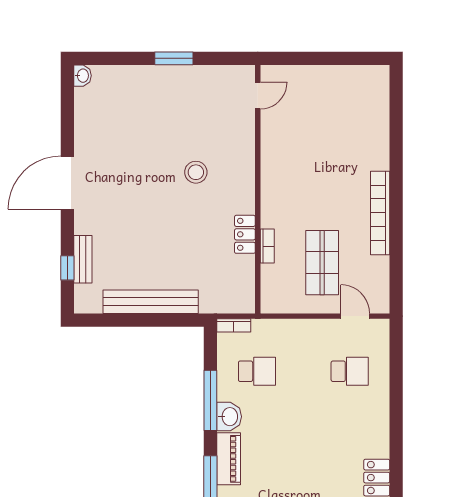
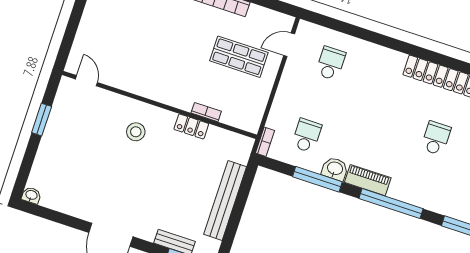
door: (258, 96) -> (86, 81), moved
wall: (258, 189) -> (159, 105), moved
locker: (245, 234) -> (191, 126), moved
bookcase: (267, 246) -> (206, 112), moved

